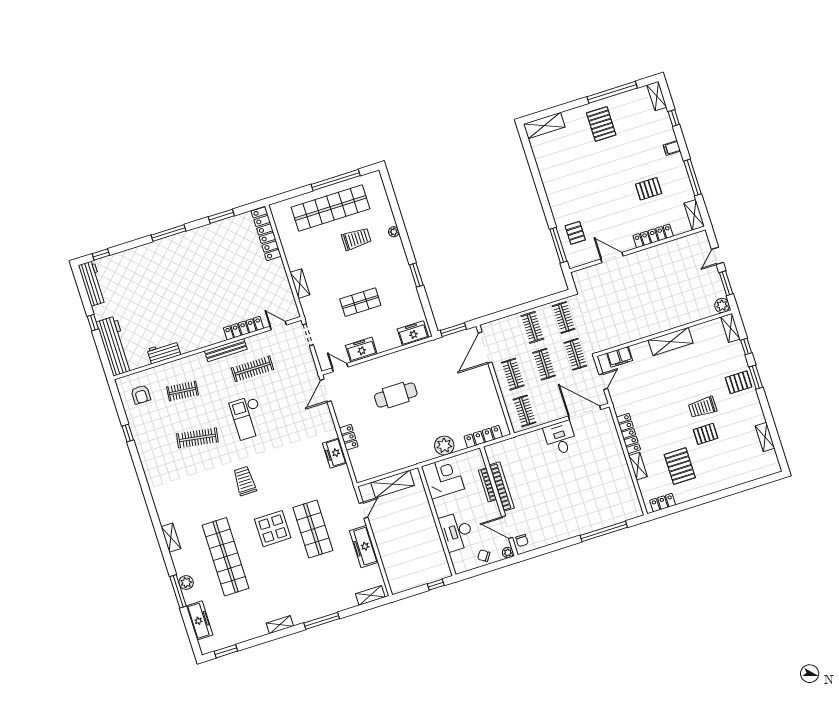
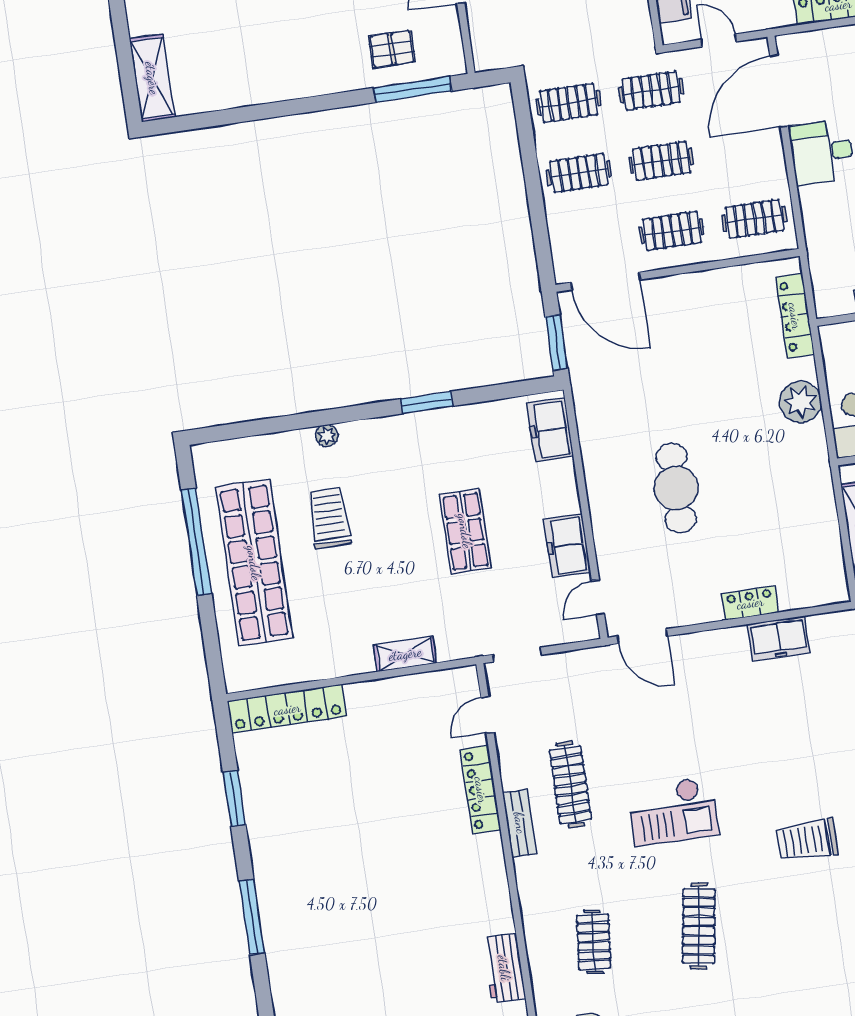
bench: (226, 350) -> (520, 823), width x0.73

